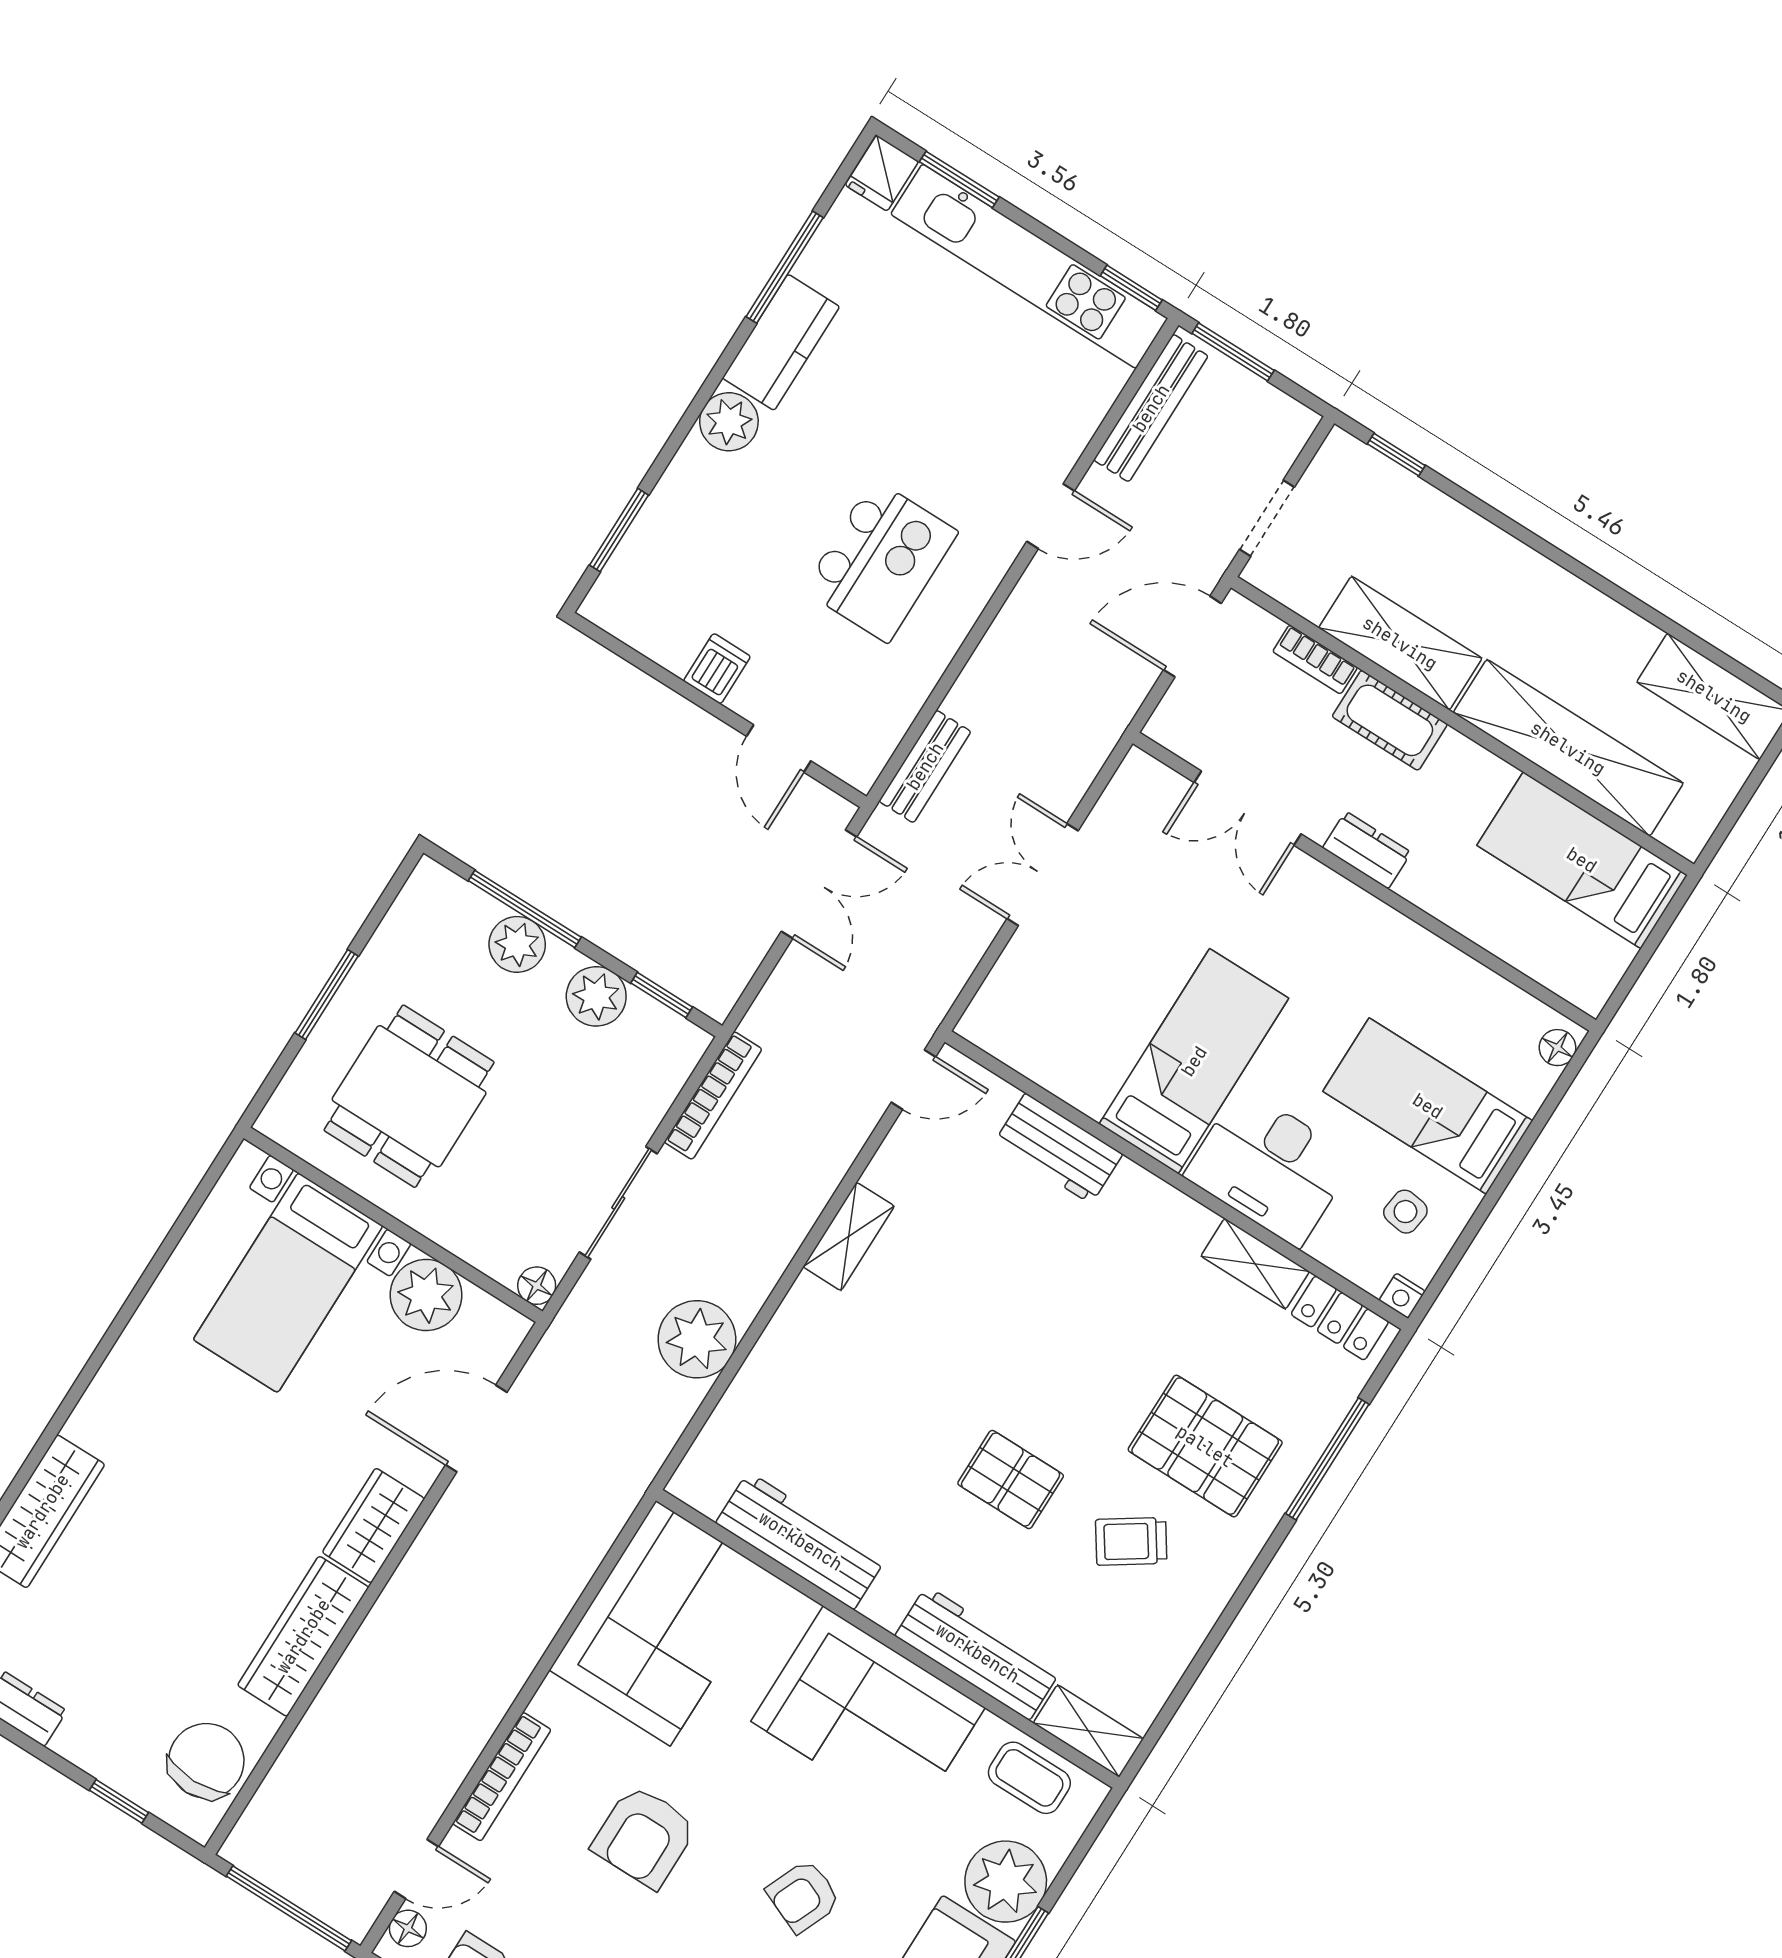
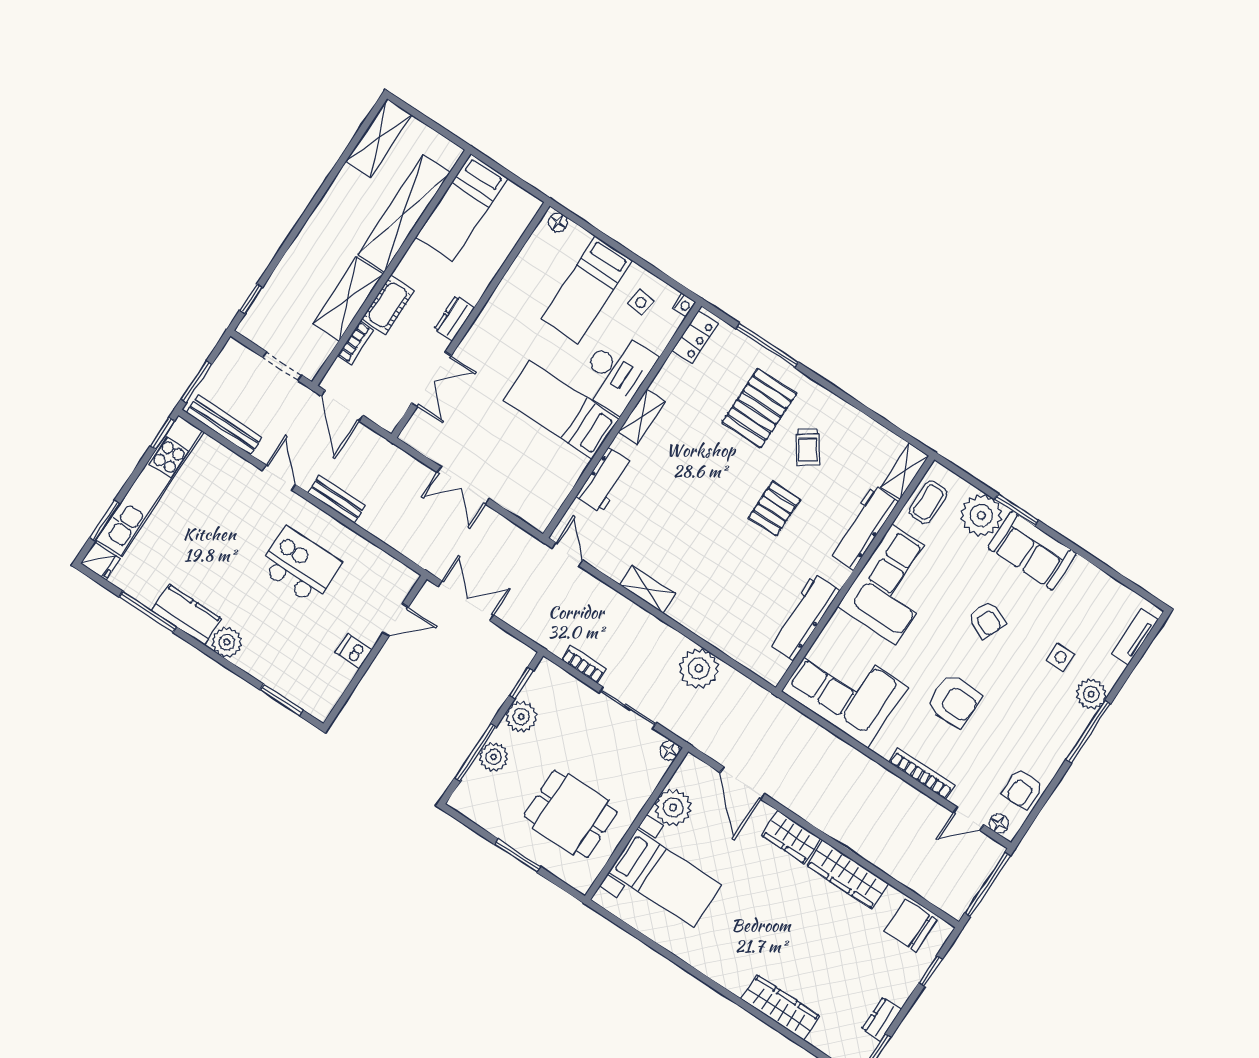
bench: (925, 766) -> (337, 499), moved
bookcase: (713, 1096) -> (584, 664), width x0.64
shelving: (1255, 1264) -> (642, 417), moved
door: (416, 1869) -> (968, 819), swing flipped

